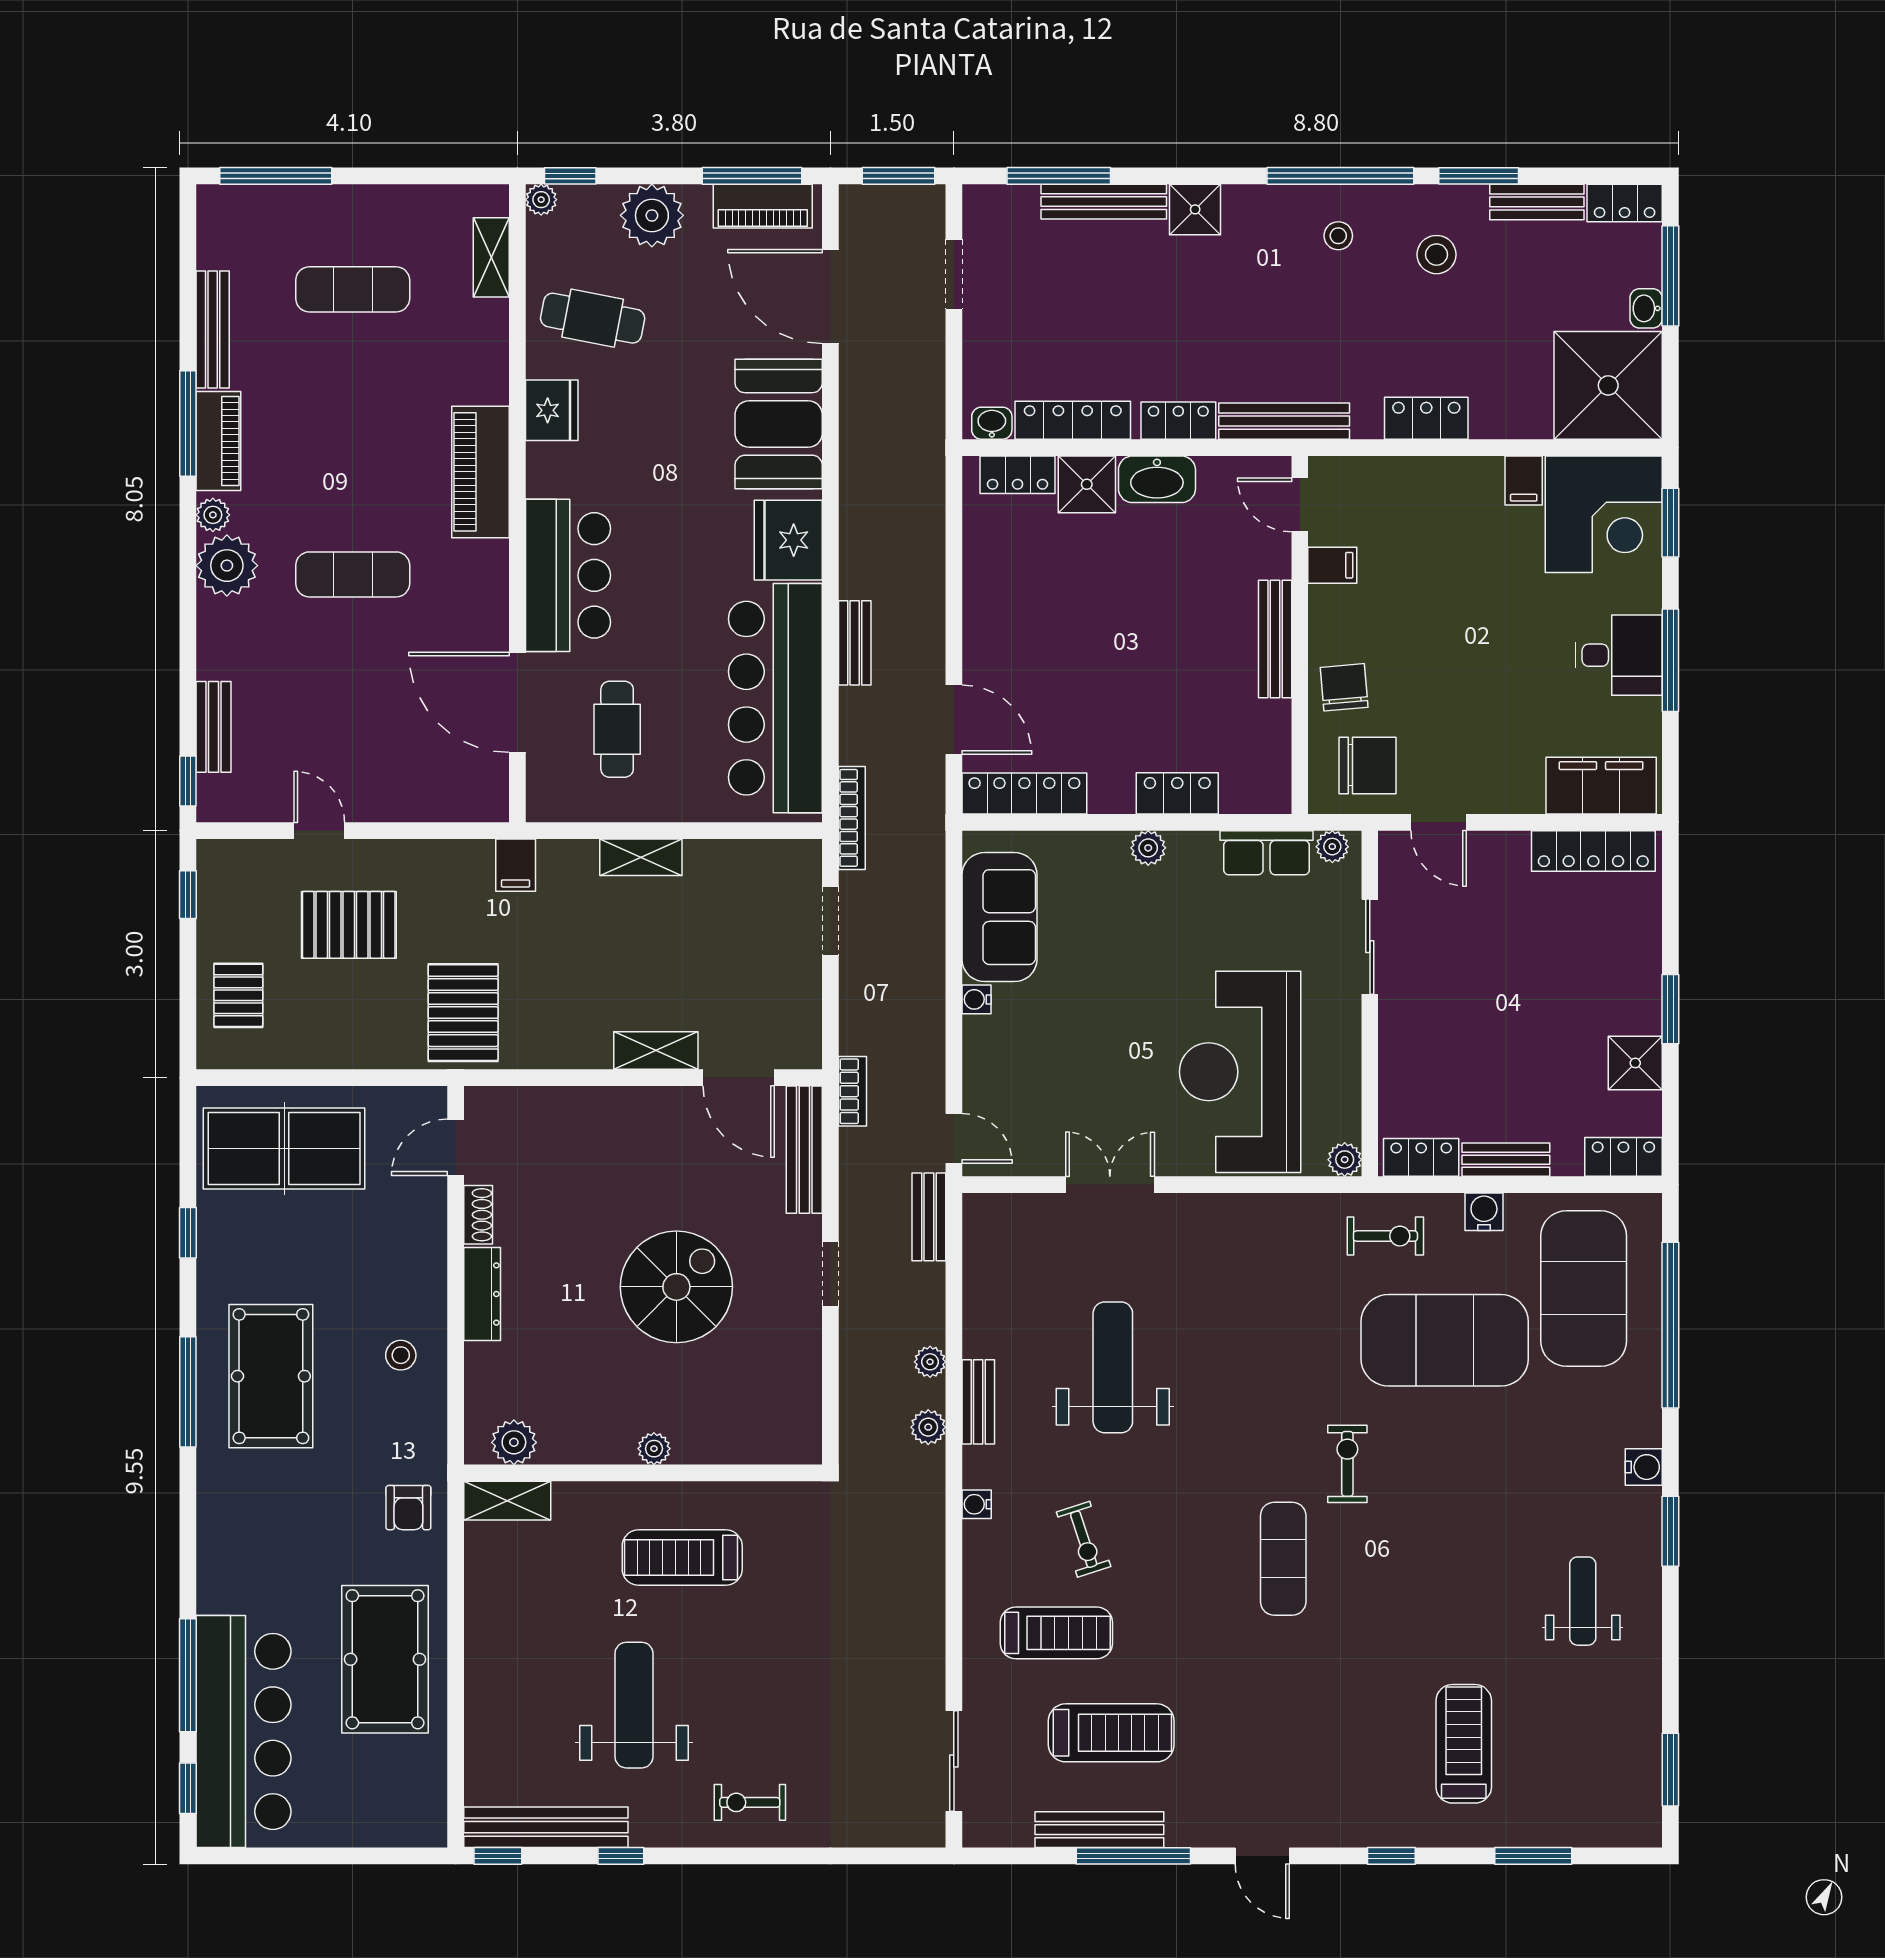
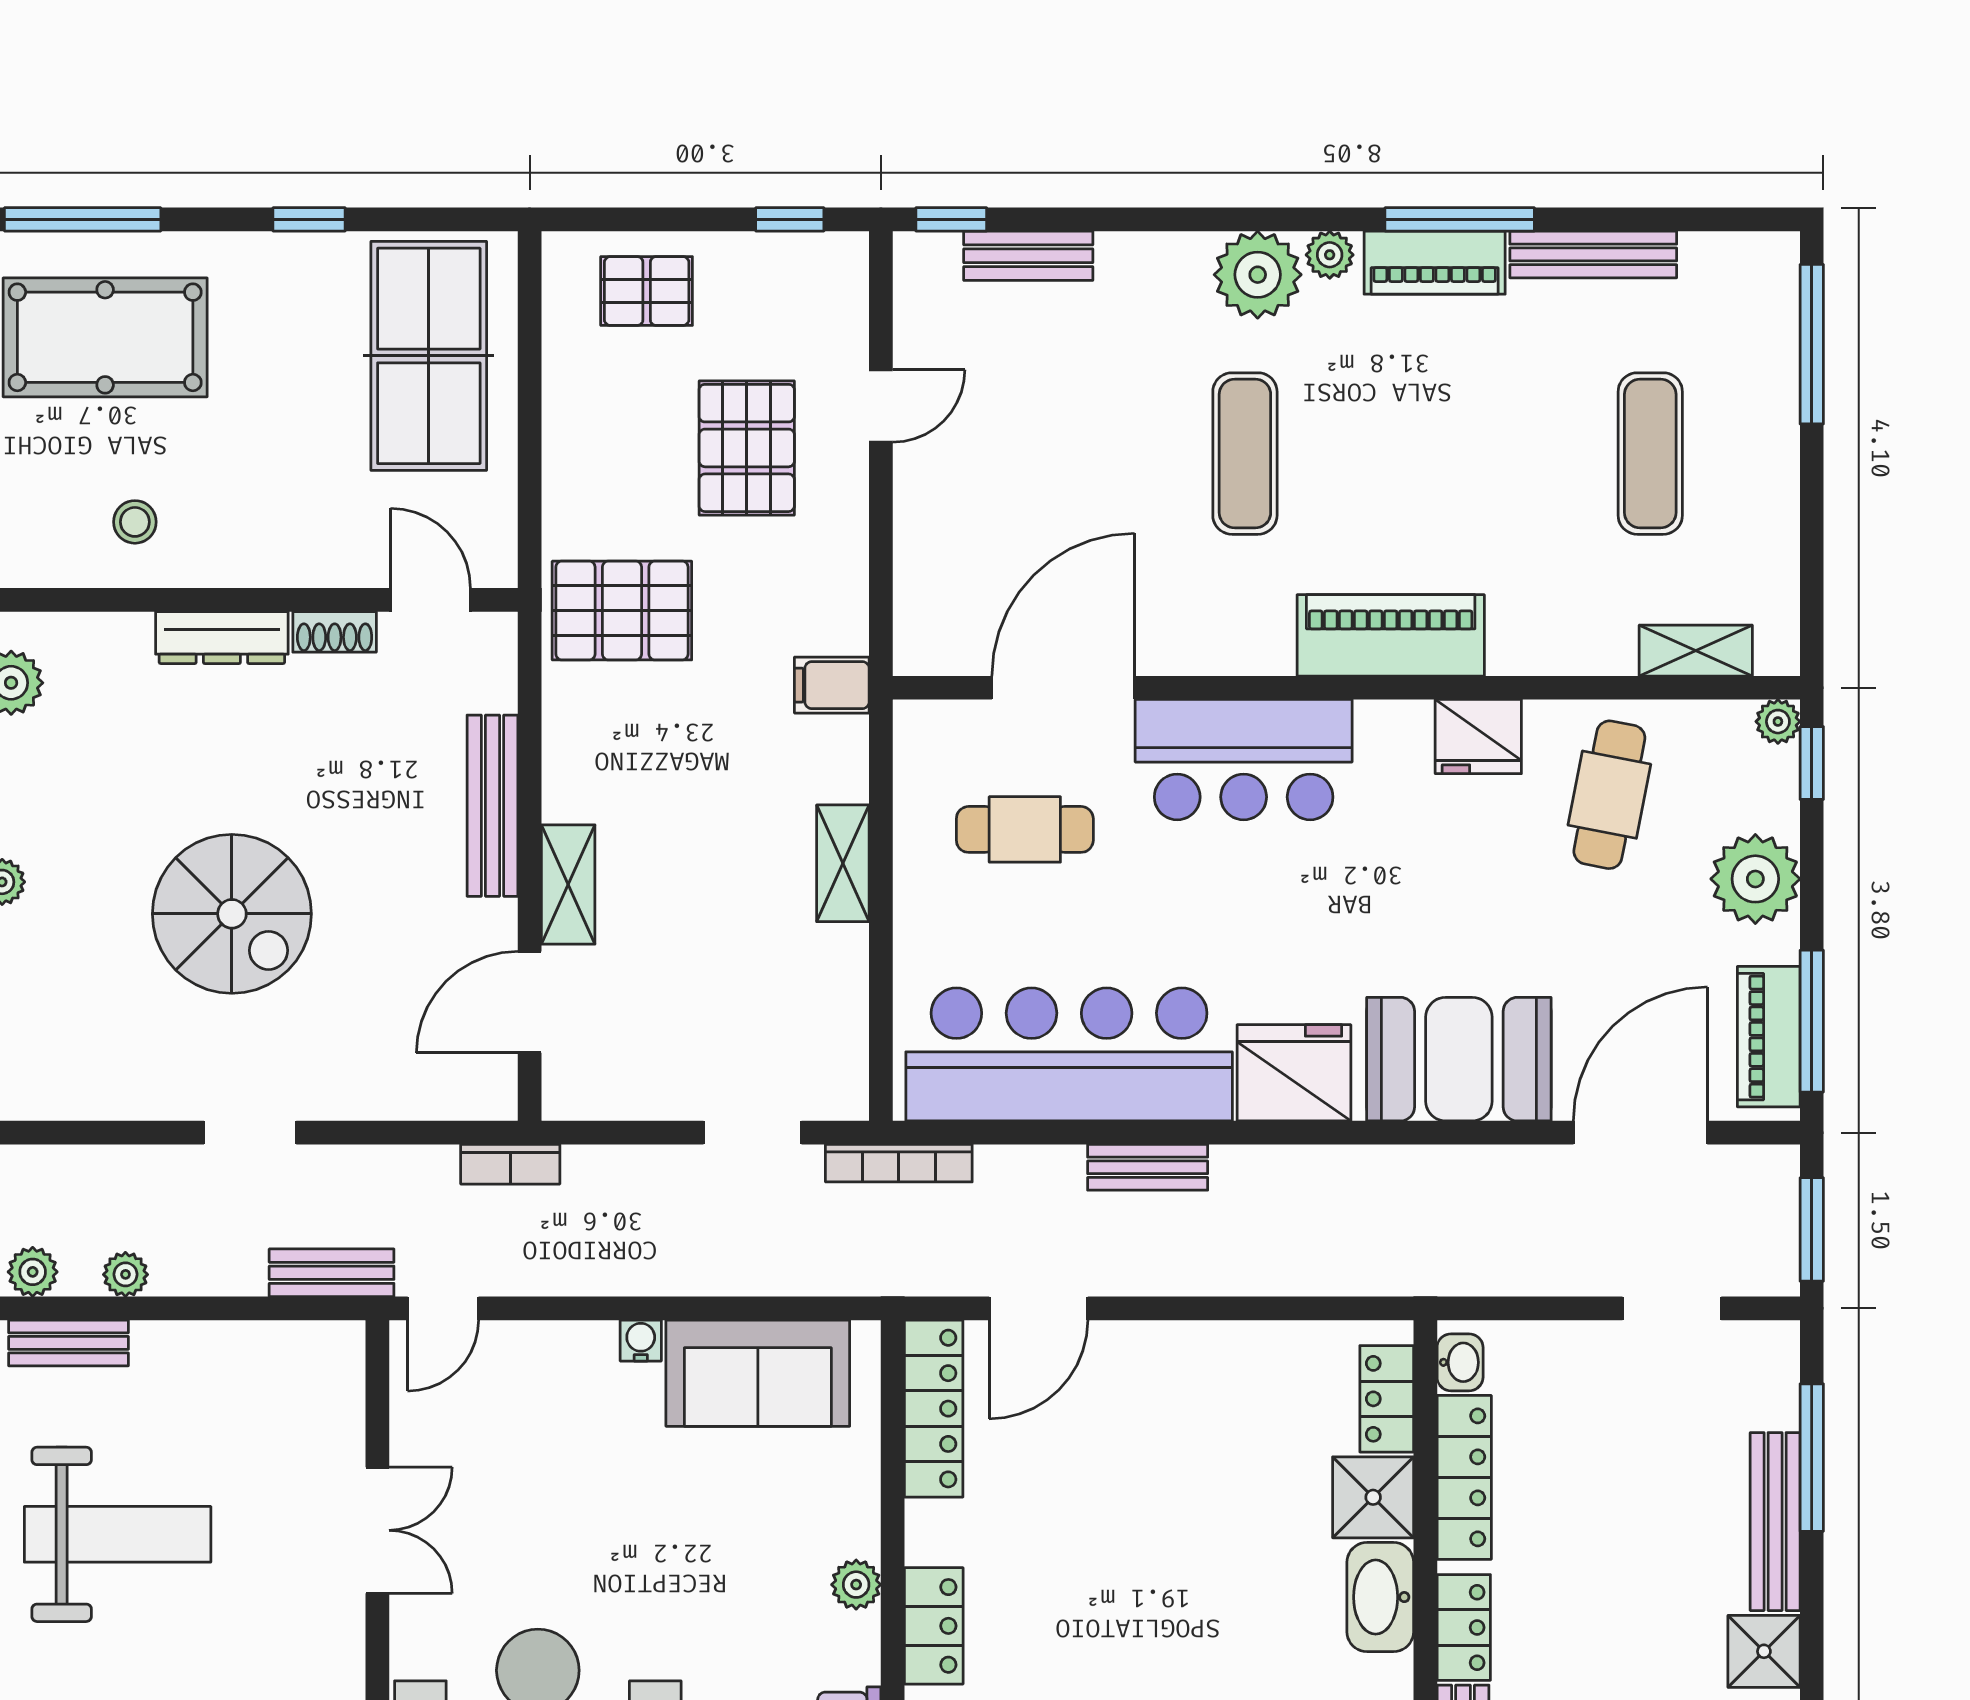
bench: (804, 1150) -> (492, 806), moved, turned 90

